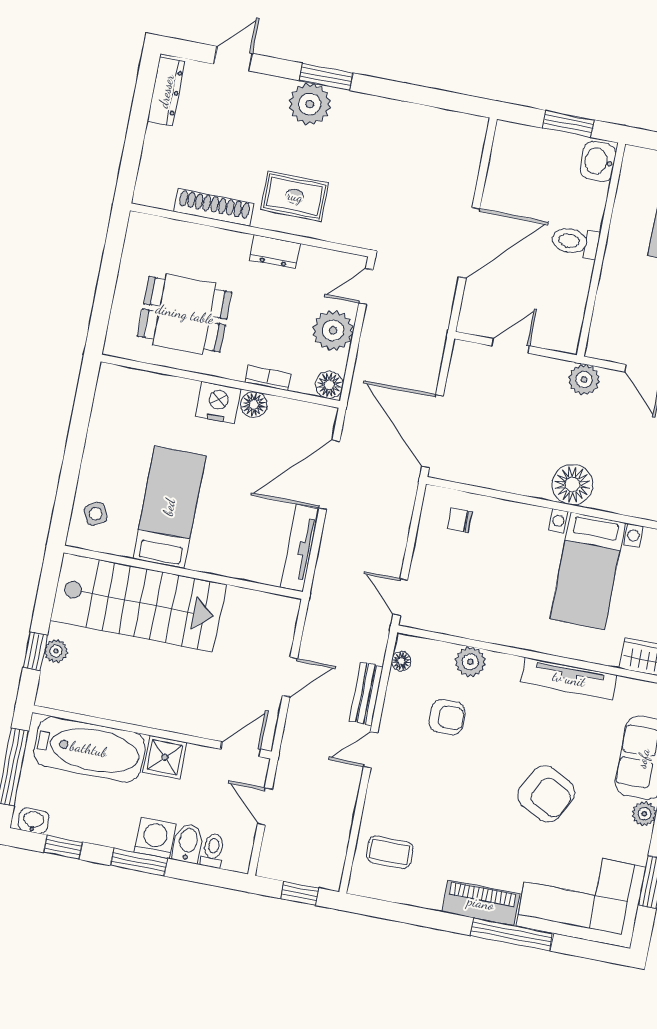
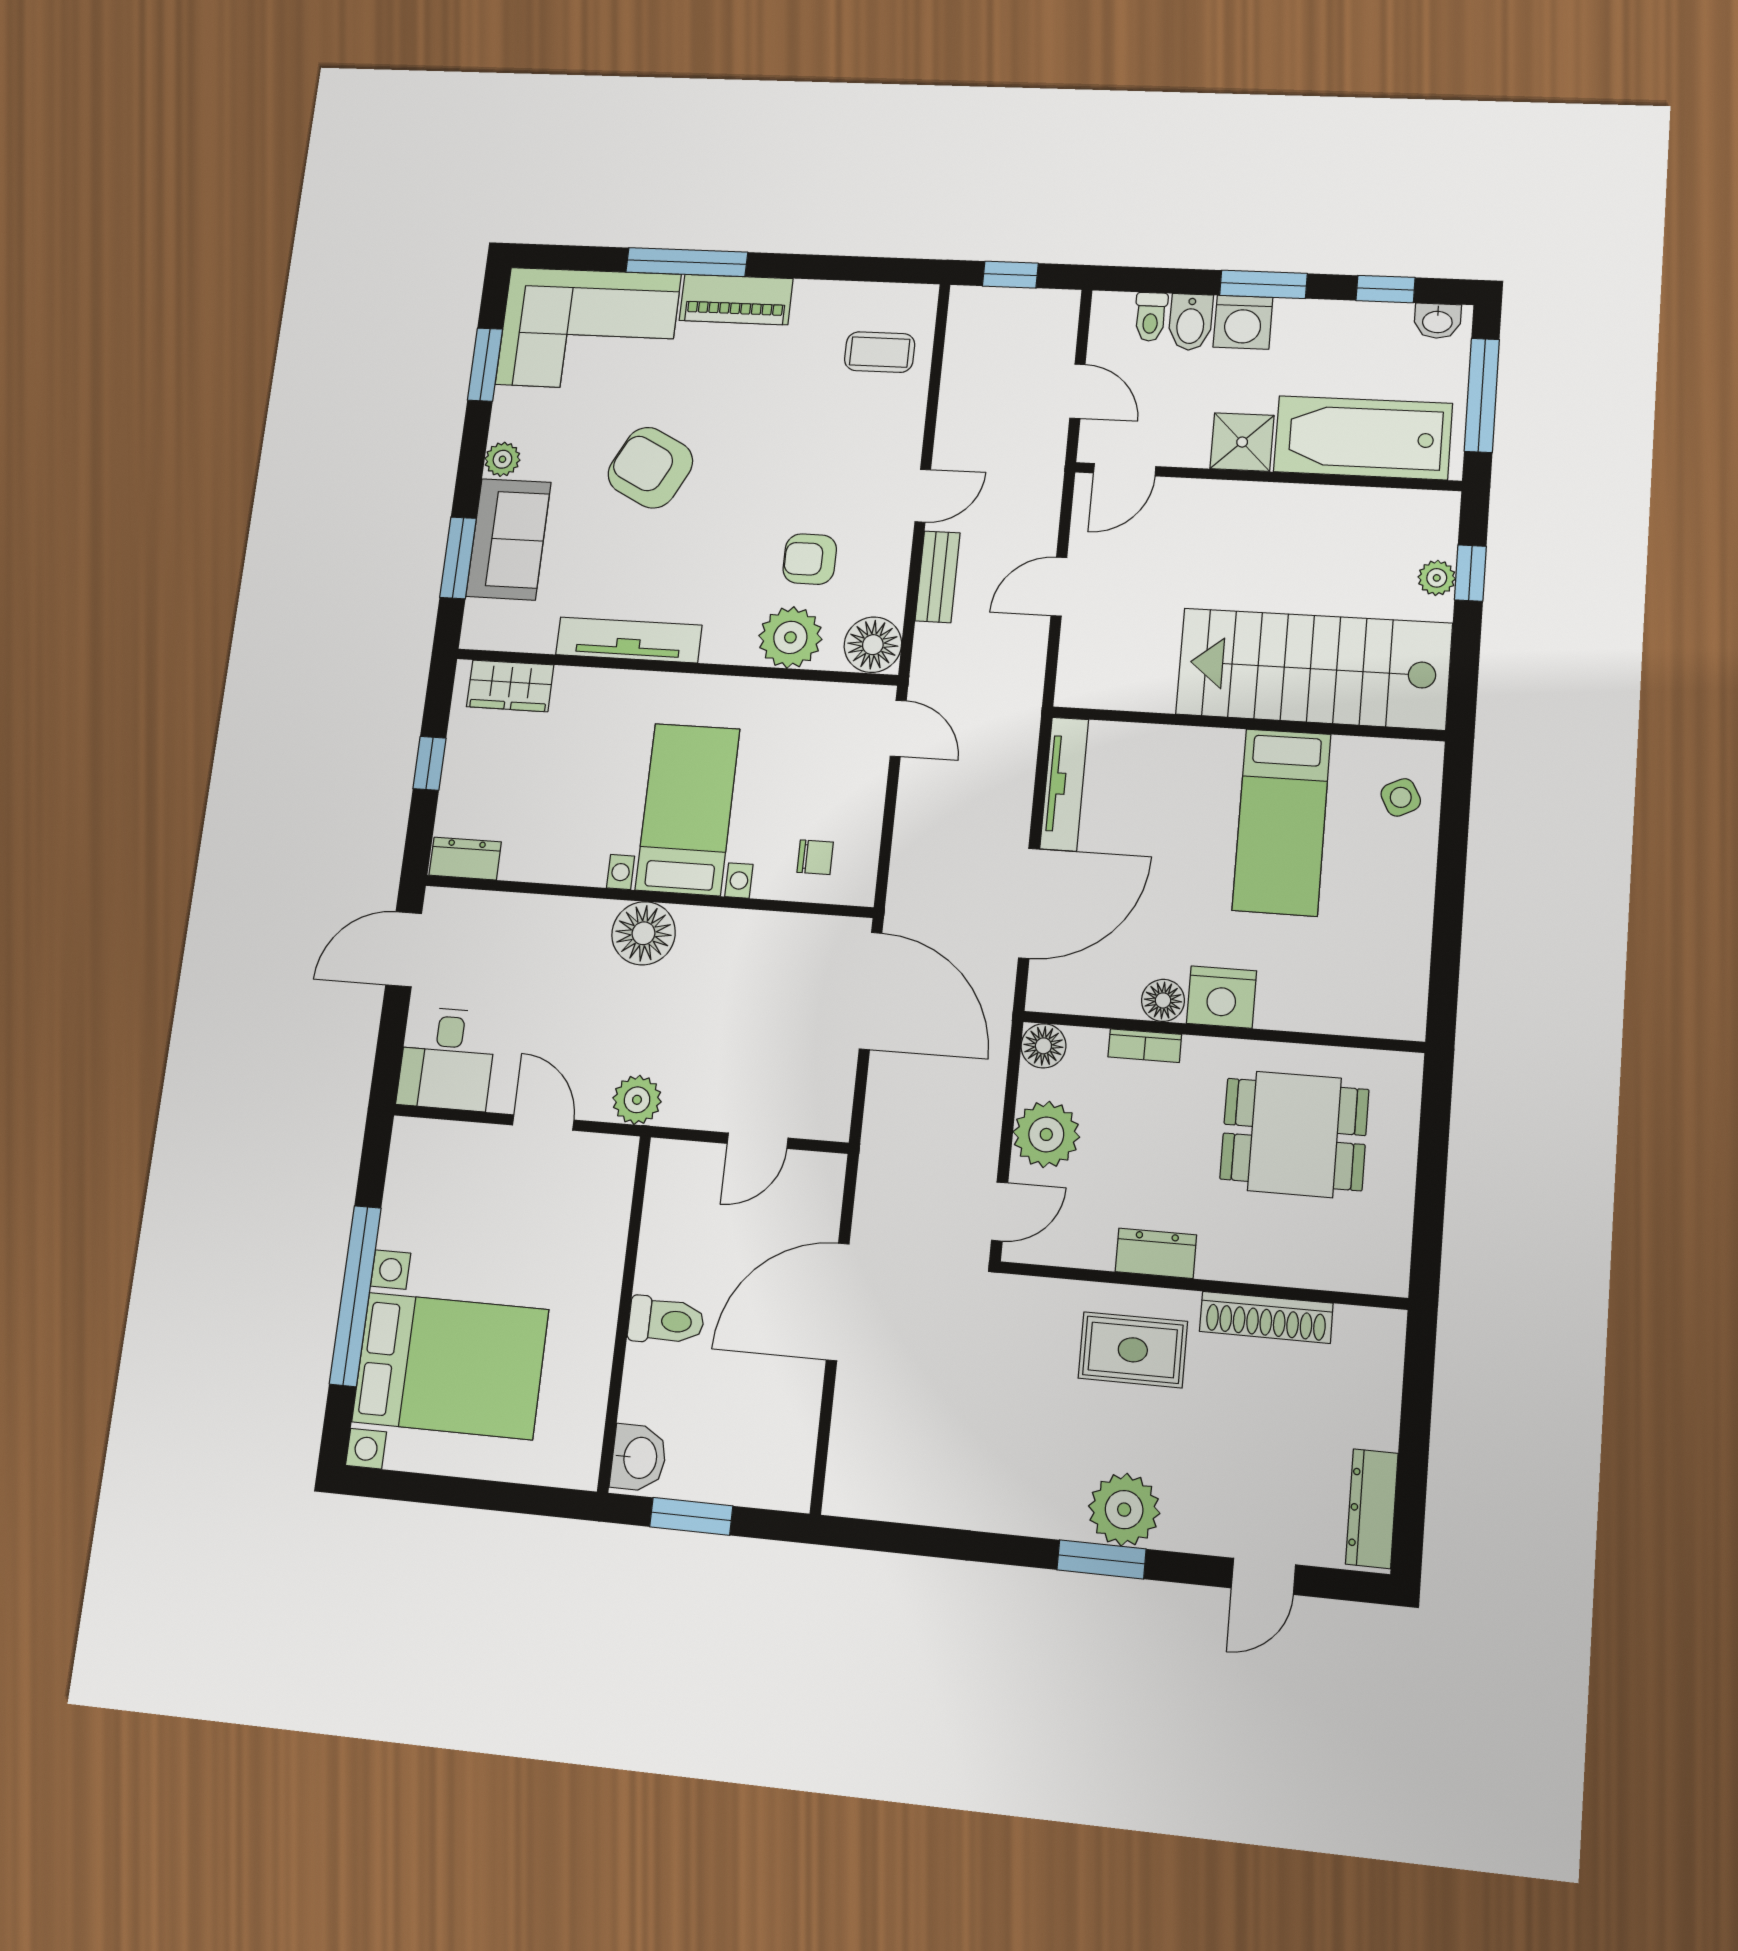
bed with nightstands: (588, 571) -> (688, 809), moved
floor lamp: (401, 661) -> (873, 645), width x1.89, depth x1.89
plant: (470, 662) -> (790, 637), width x1.36, depth x1.36

